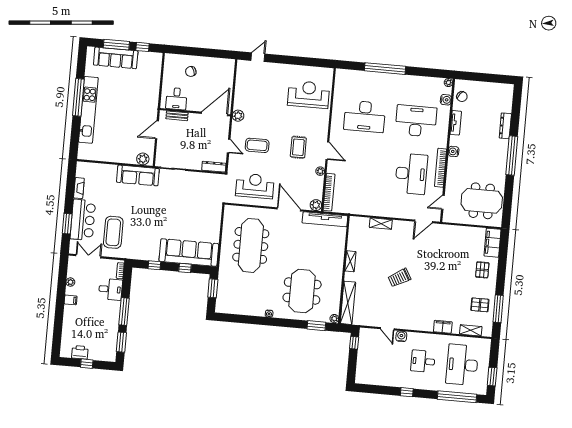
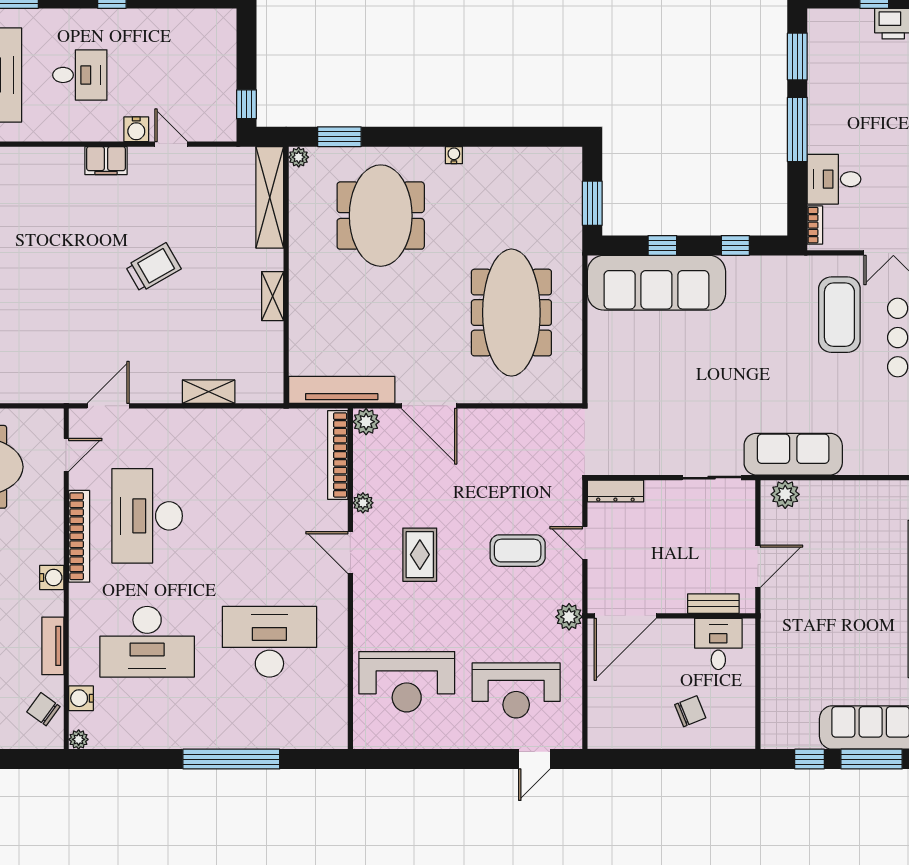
reception desk: (255, 186) -> (516, 690), moved
filing cabinet: (443, 327) -> (106, 161), moved

